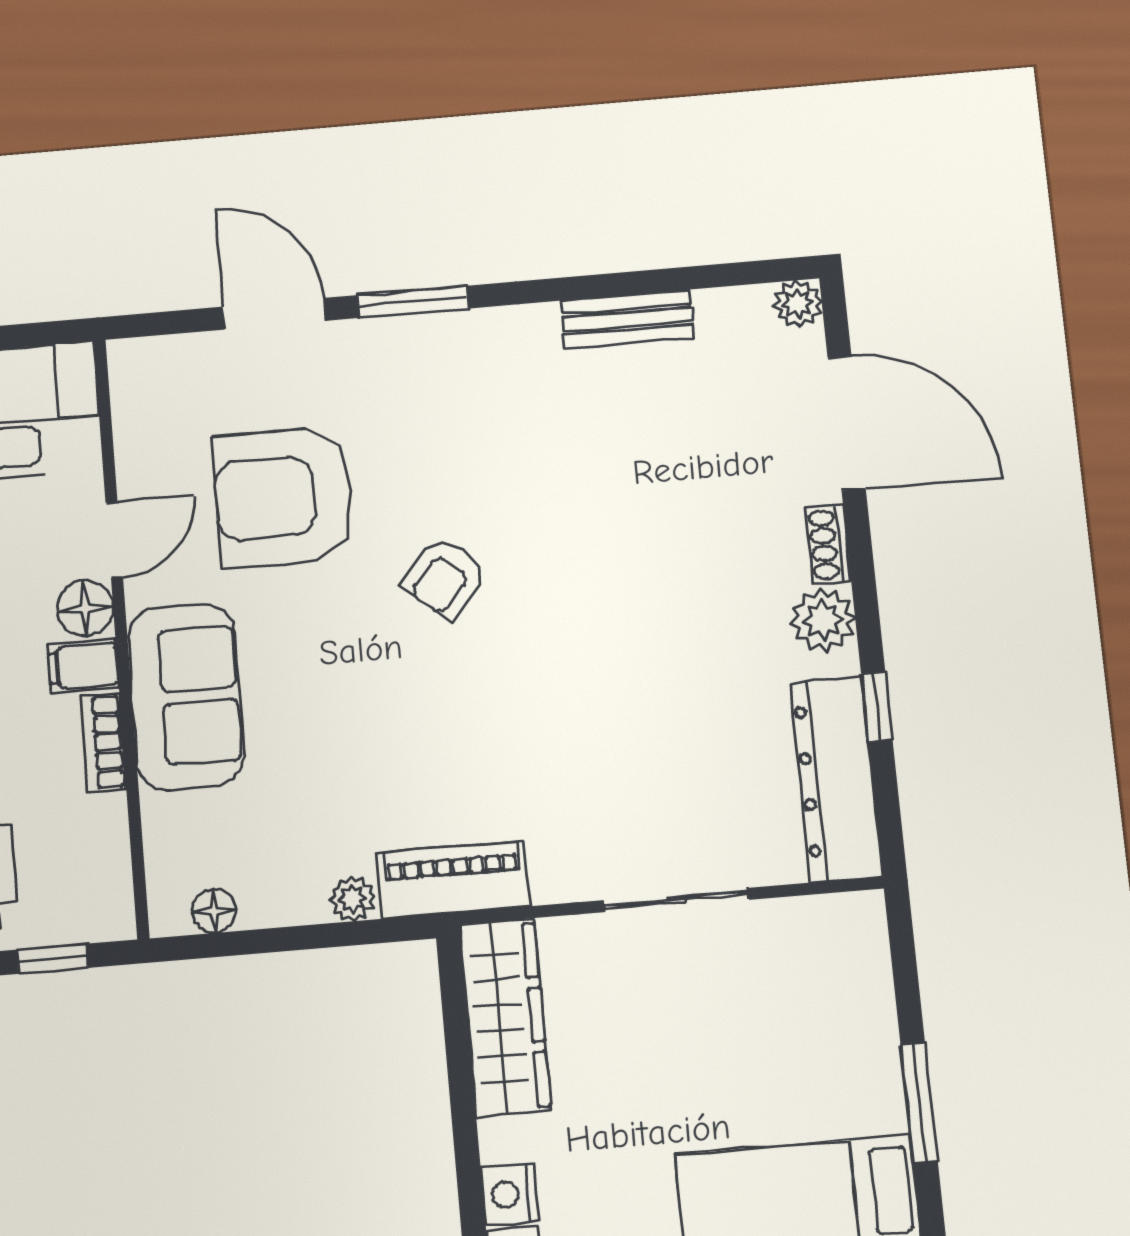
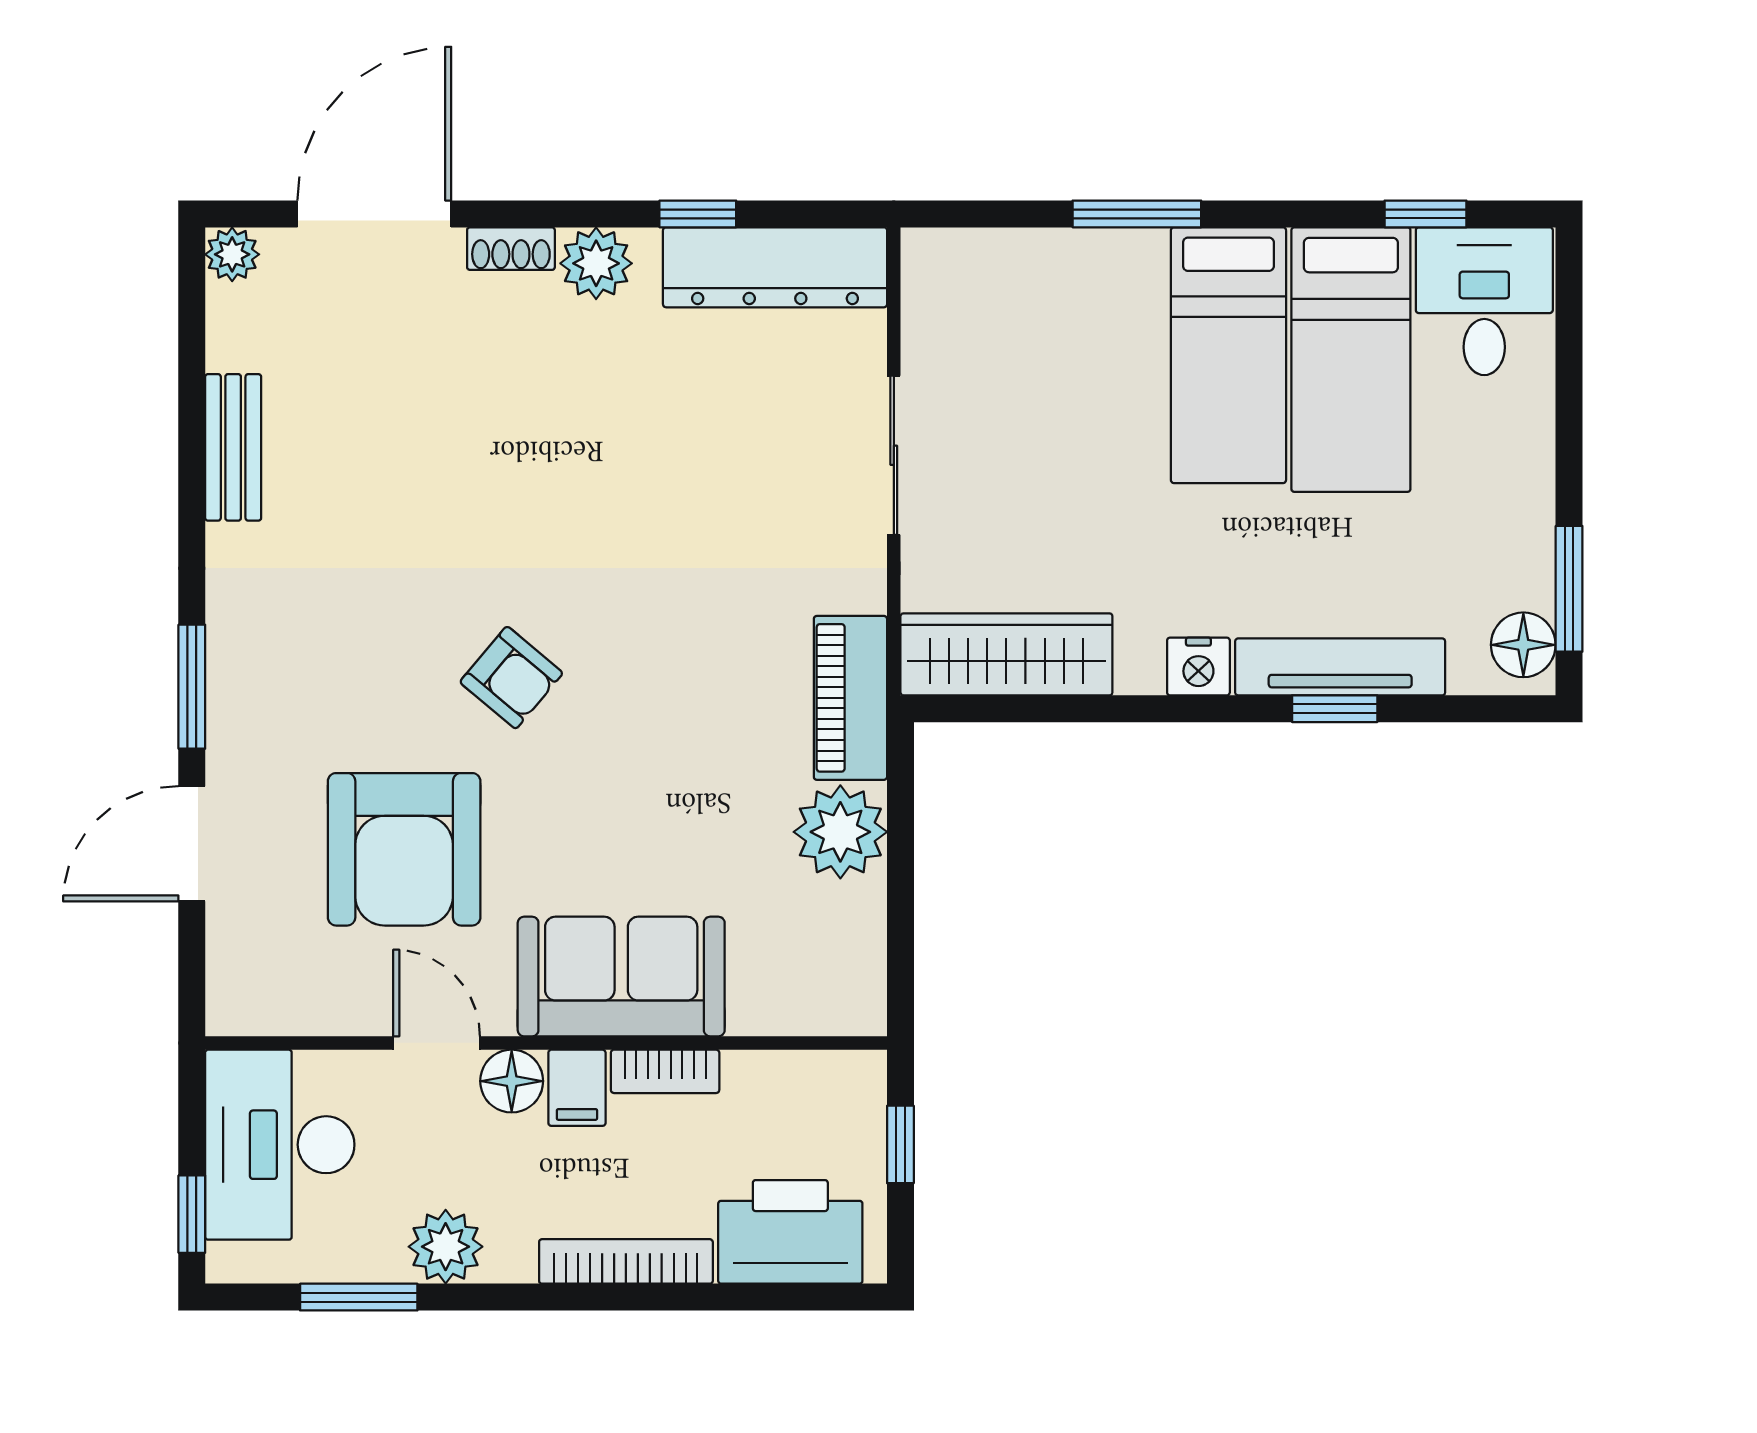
plant: (352, 899) -> (840, 832), width x1.87, depth x1.87
floor lamp: (214, 911) -> (863, 963), removed

